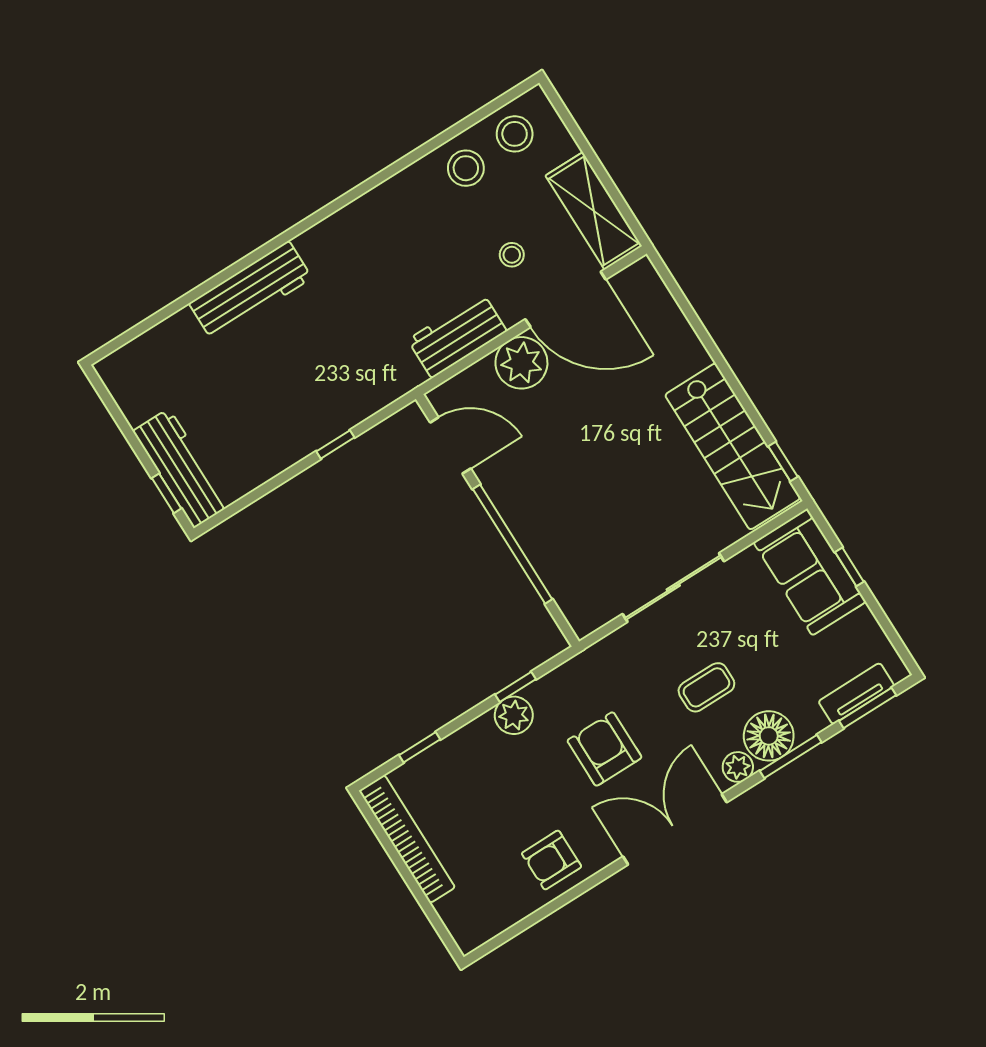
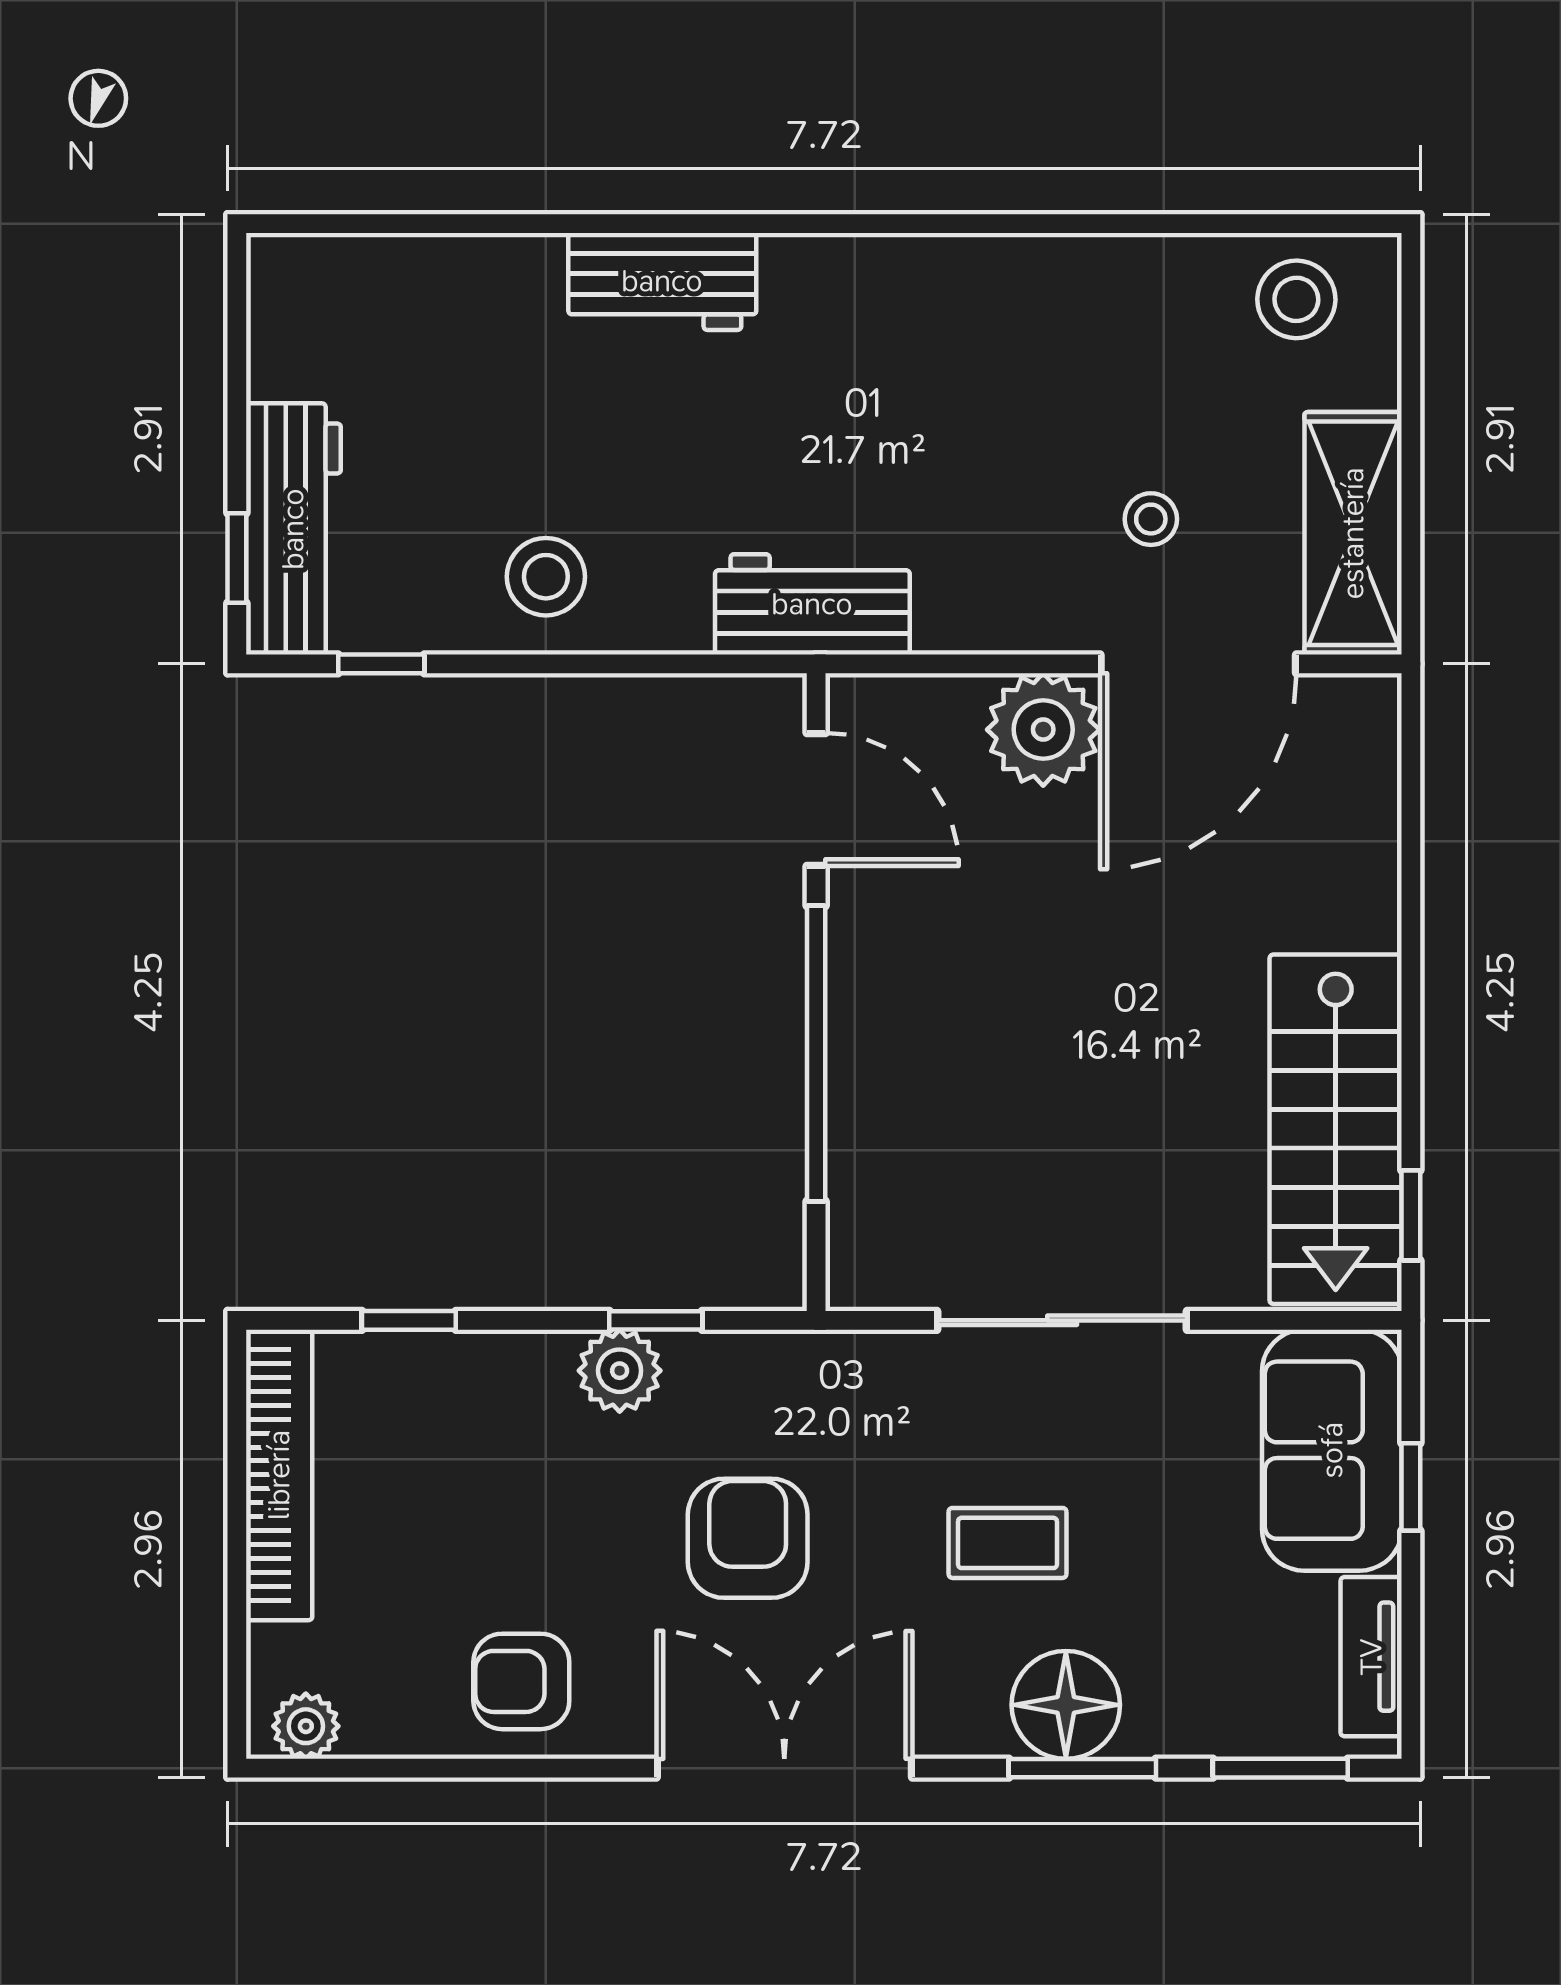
stool: (466, 168) -> (546, 577), moved
workbench: (250, 291) -> (662, 281), width x0.73
door: (566, 299) -> (1198, 664), hinge flipped
workbench: (457, 335) -> (812, 604), moved
window: (335, 444) -> (381, 664), moved
tv unit: (856, 694) -> (1371, 1657), moved, turned -90
plant: (738, 767) -> (306, 1726), moved

